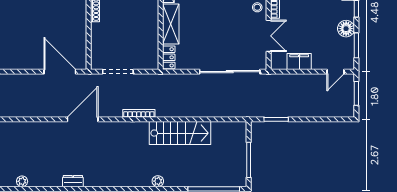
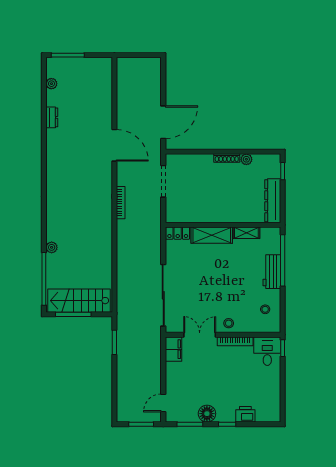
double door: (269, 36) -> (200, 335), swing flipped
filing cabinet: (299, 61) -> (173, 349), moved
door: (335, 72) -> (163, 403), hinge flipped
stairs: (180, 133) -> (79, 301), moved, turned 90
dresser: (73, 181) -> (52, 117), moved
plant: (158, 181) -> (52, 247), moved

